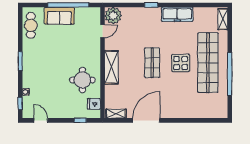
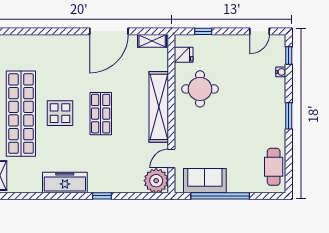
sofa: (59, 16) -> (205, 181), moved
shelving: (111, 67) -> (159, 107), width x1.47
door: (41, 120) -> (259, 31), hinge flipped

